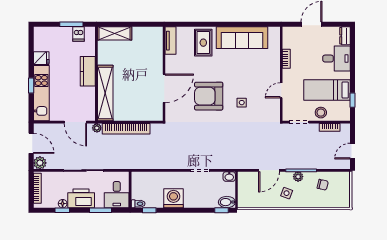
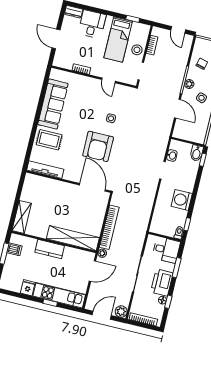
tv unit: (171, 41) -> (45, 170), width x1.41
door: (164, 88) -> (92, 187), moved
washbasin: (229, 177) -> (172, 155), moved

